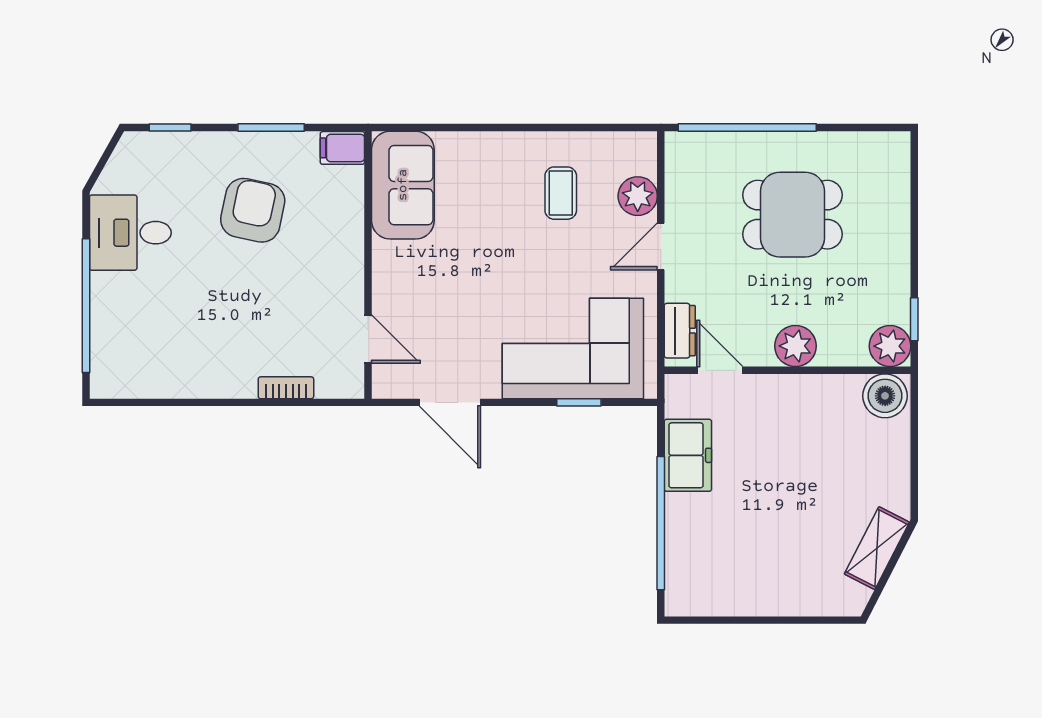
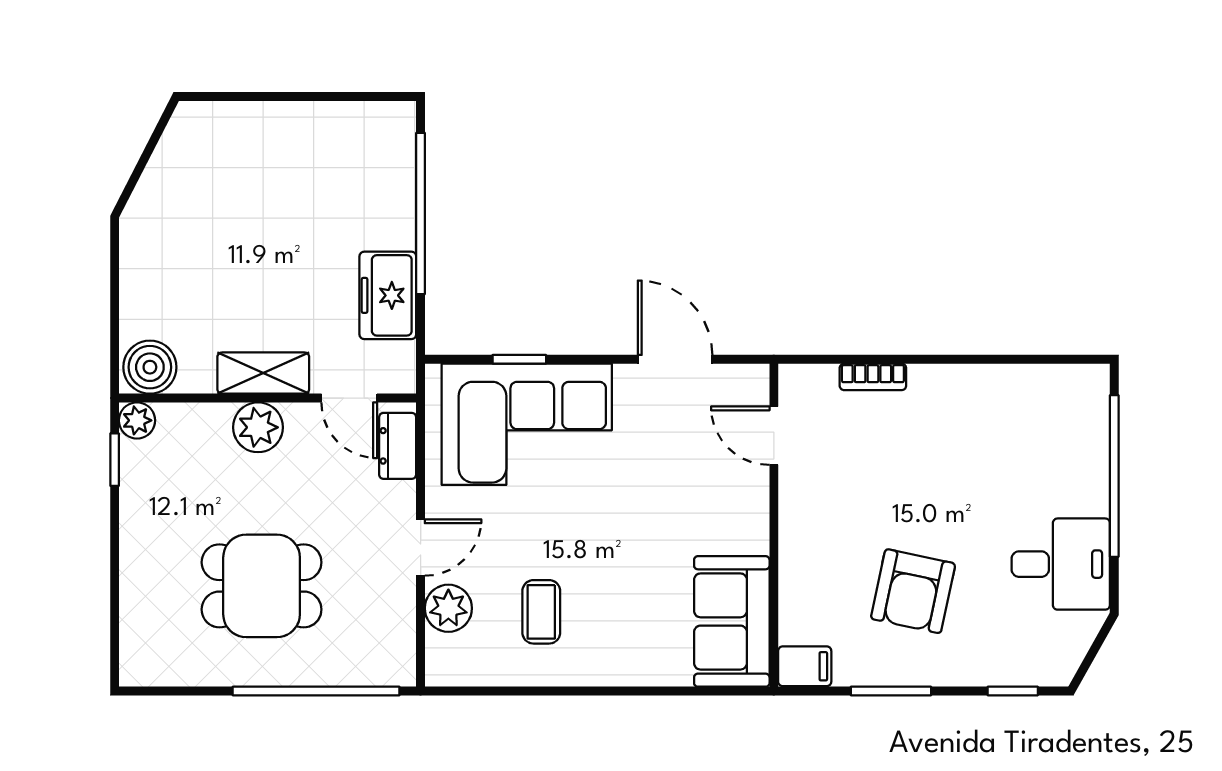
plant: (890, 346) -> (137, 420), width x0.73, depth x0.73
shelving: (877, 548) -> (263, 373), moved, turned 63

